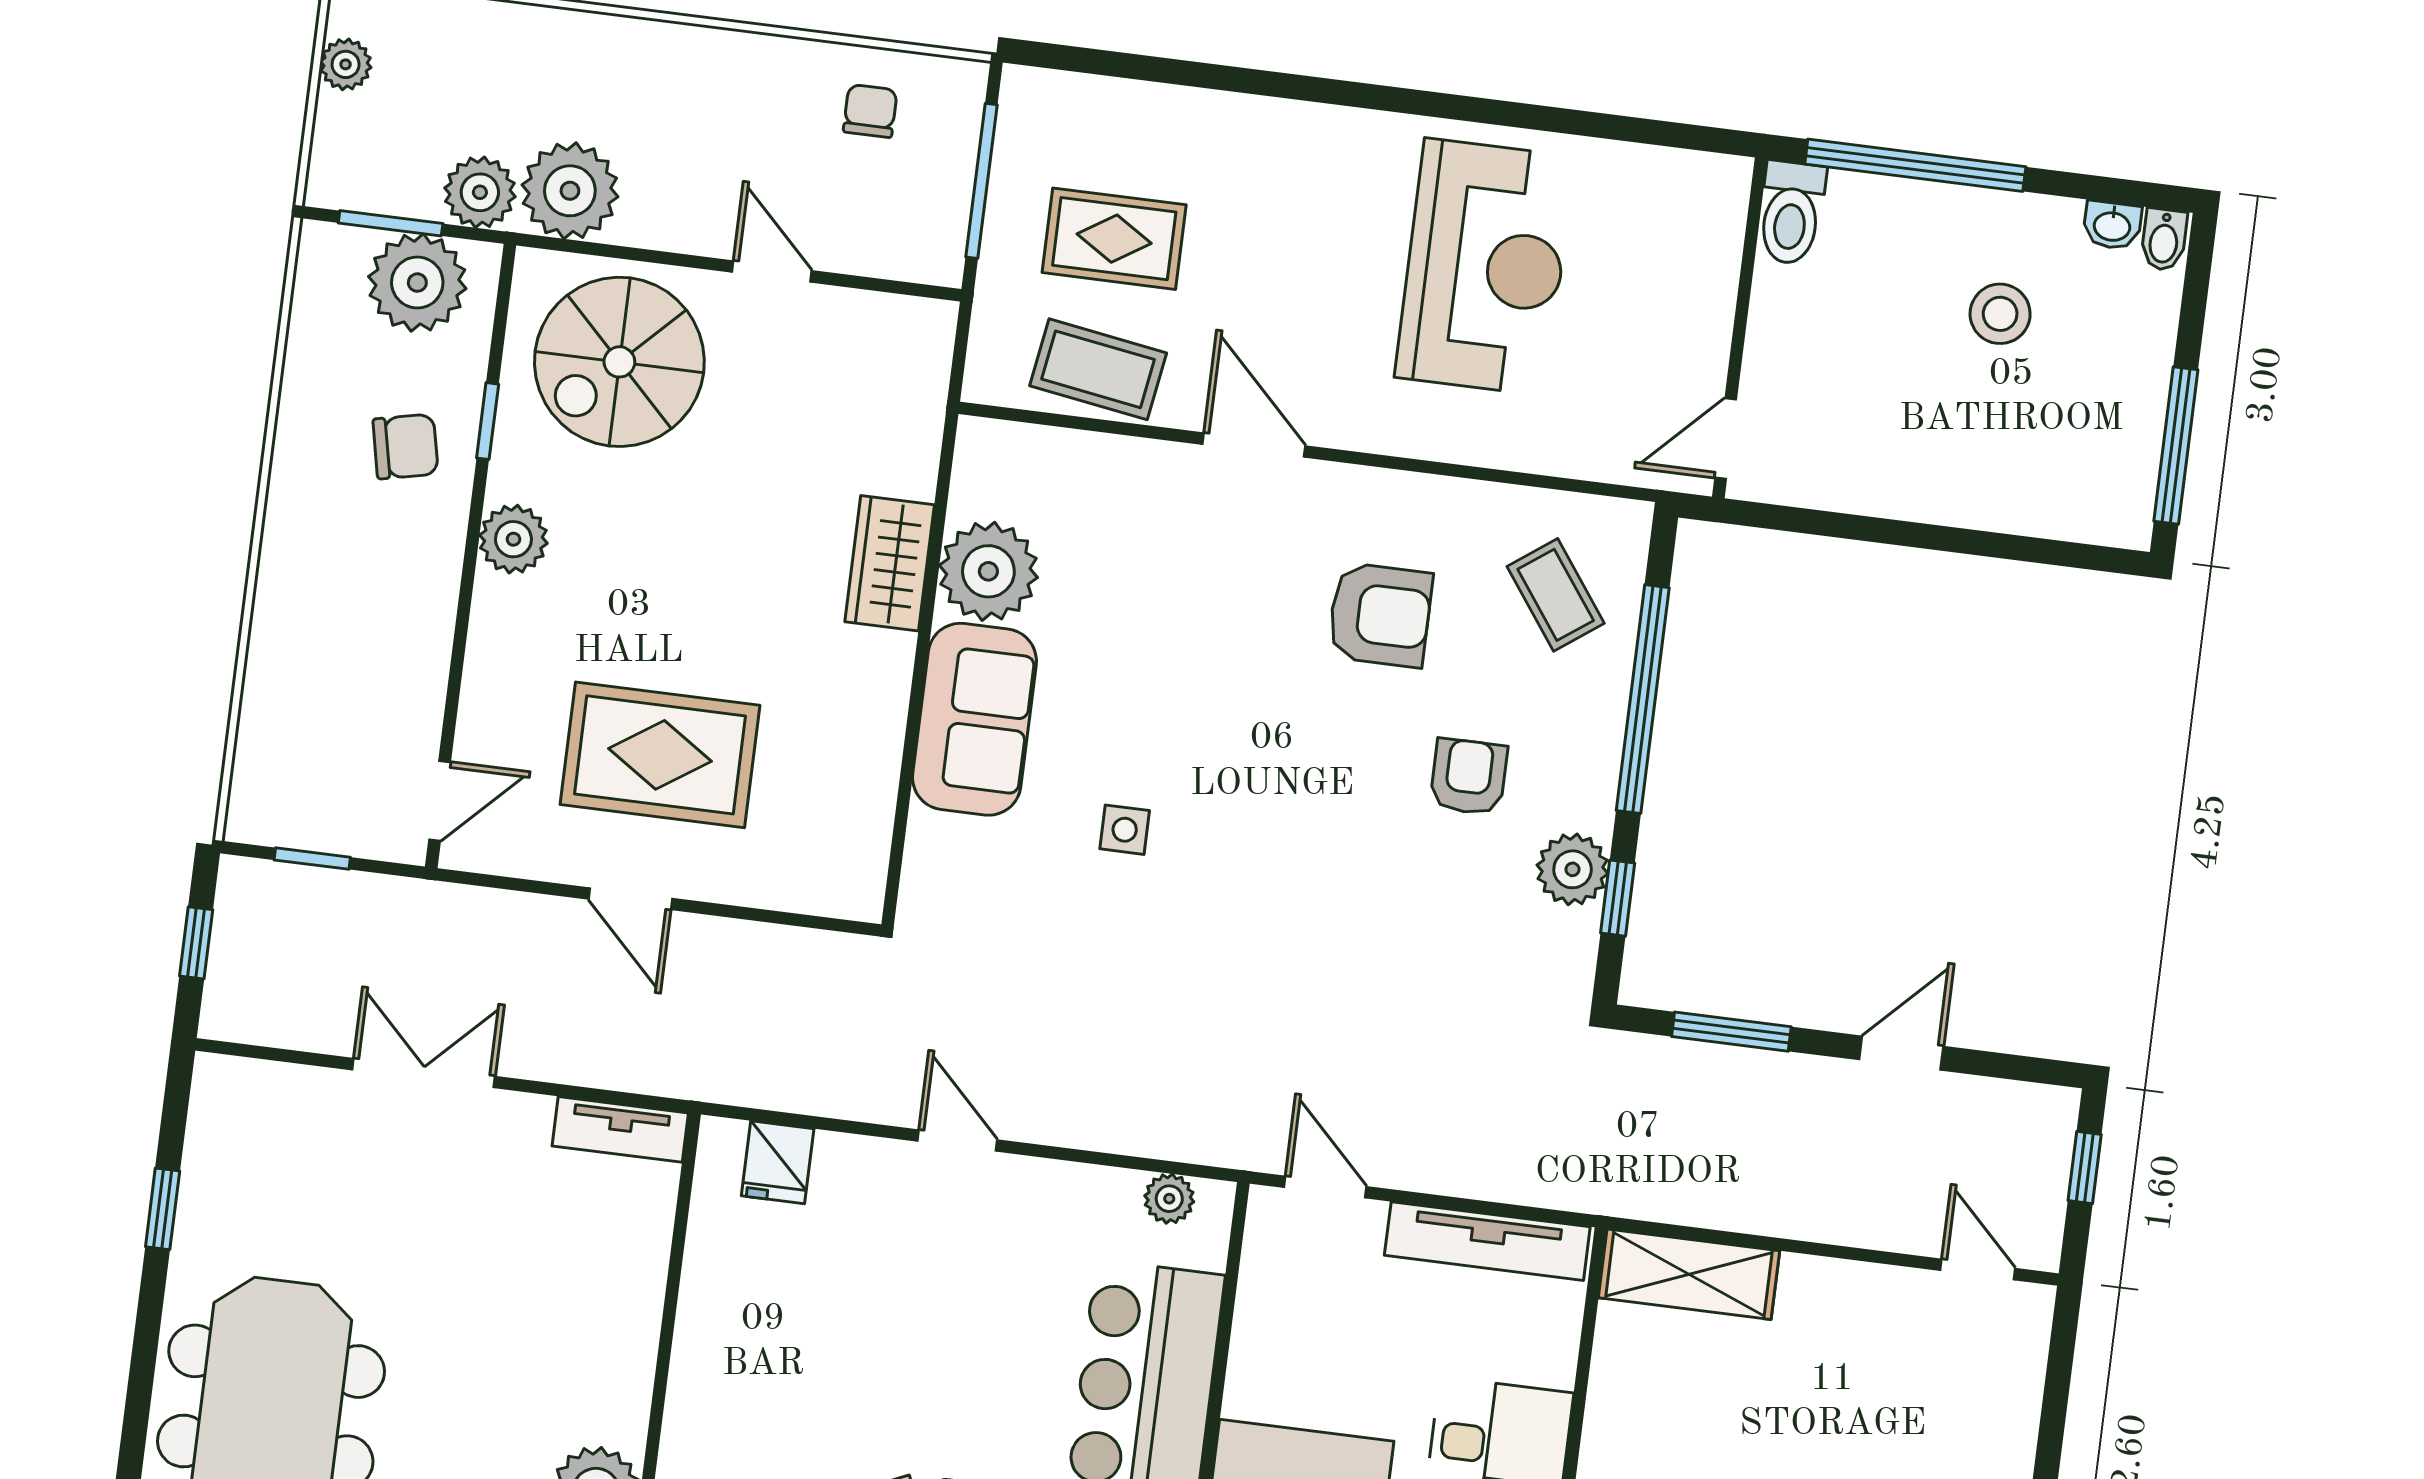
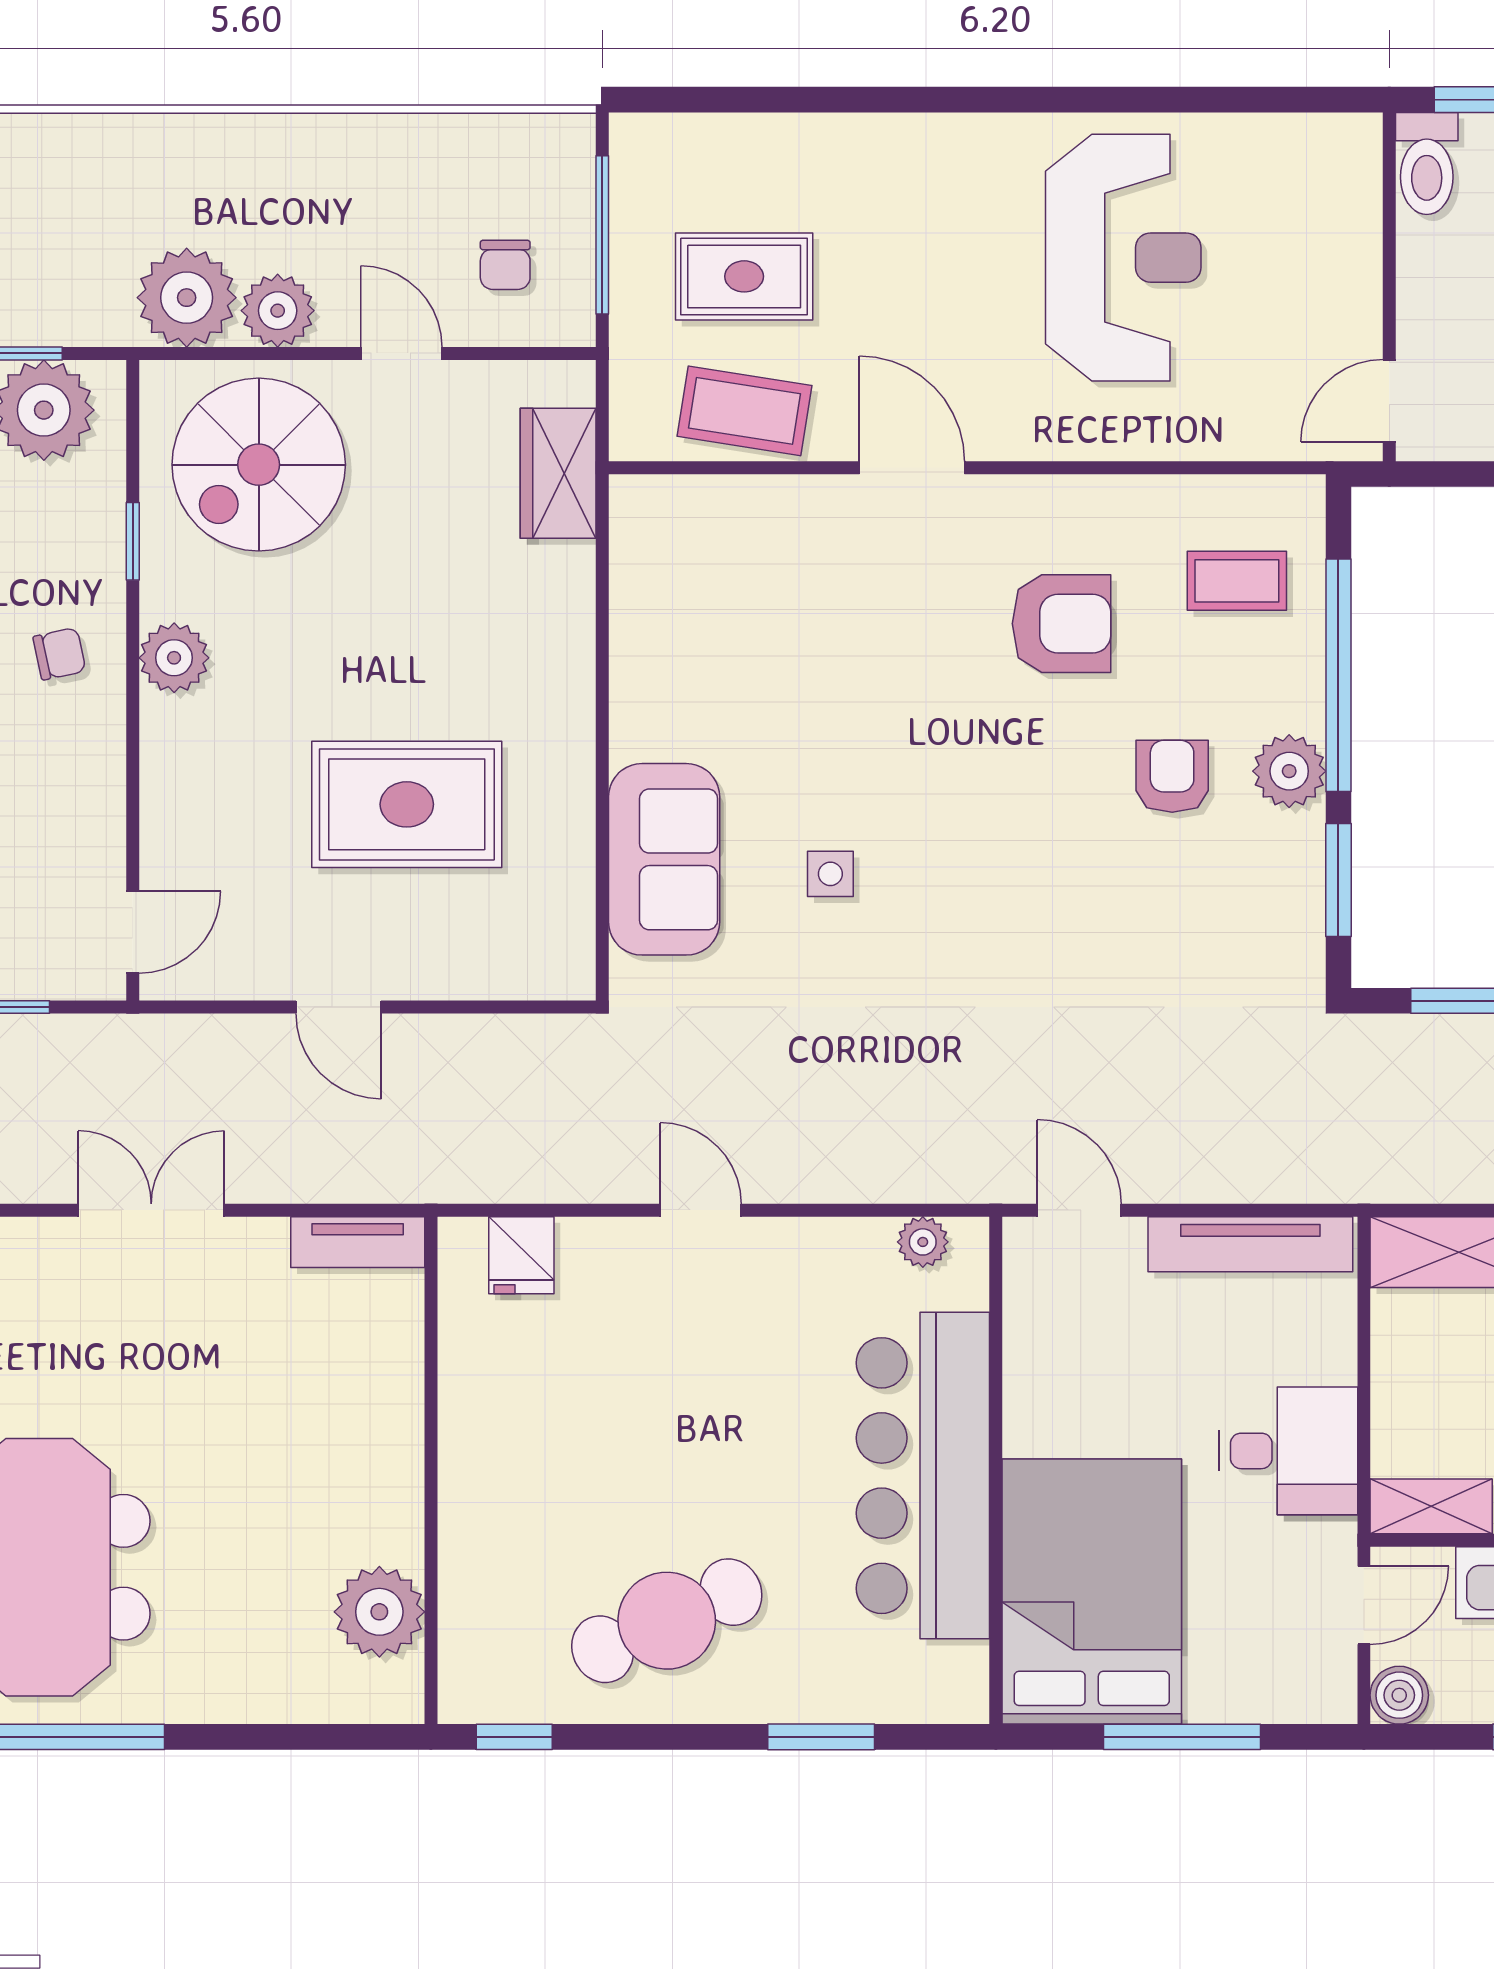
chair: (870, 111) -> (505, 265), moved, turned 180
plant: (480, 192) -> (278, 311), moved
chair: (405, 447) -> (59, 654), moved, width x0.73, depth x0.73
wardrobe: (890, 563) -> (558, 473), moved
plant: (988, 571) -> (659, 630), removed
coffee table: (1556, 595) -> (1237, 581), turned -54
sofa: (974, 719) -> (664, 859), moved
rug: (660, 755) -> (407, 804), moved
plant: (1573, 869) -> (1289, 771), moved
window: (1618, 898) -> (1338, 880), width x1.50

